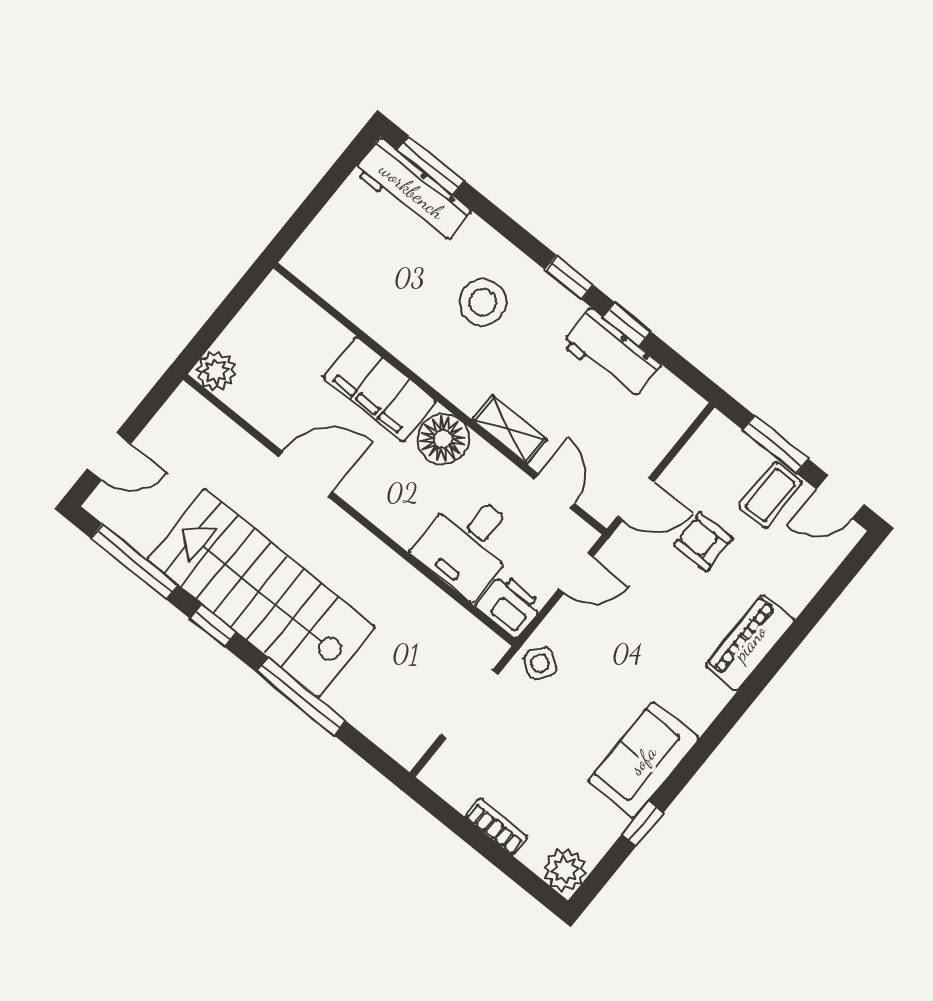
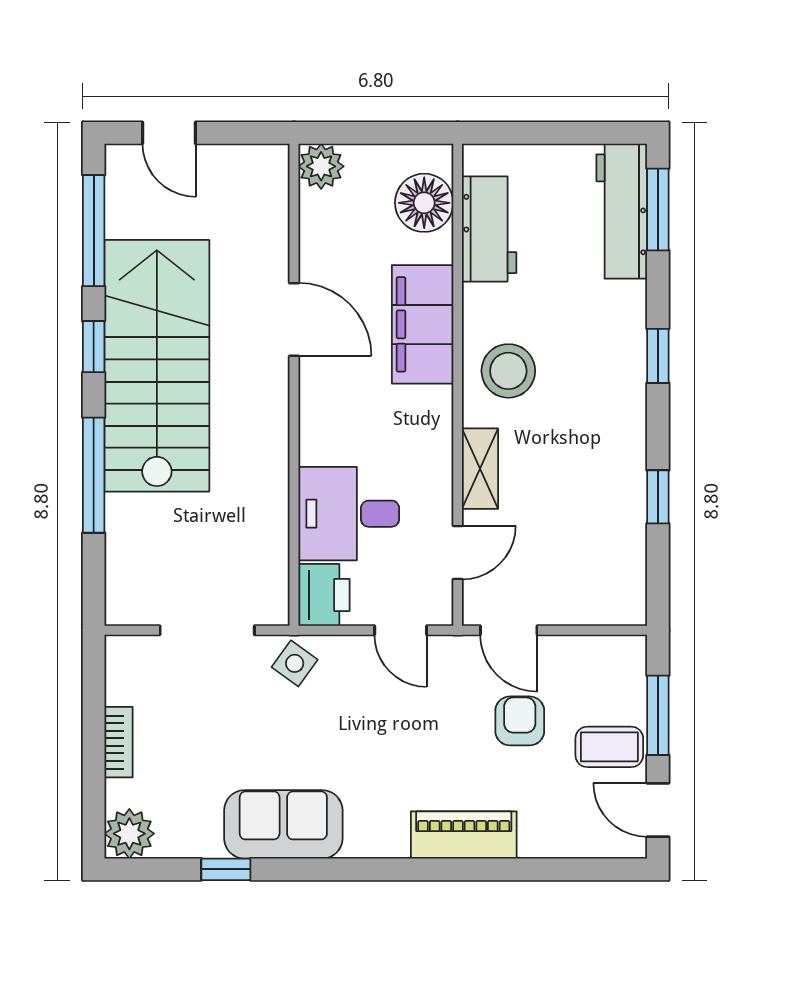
window: (569, 277) -> (658, 356), moved
stool: (483, 302) -> (508, 371), moved
workbench: (611, 354) -> (489, 229), moved, turned 180
floor lamp: (443, 439) -> (424, 203), moved

